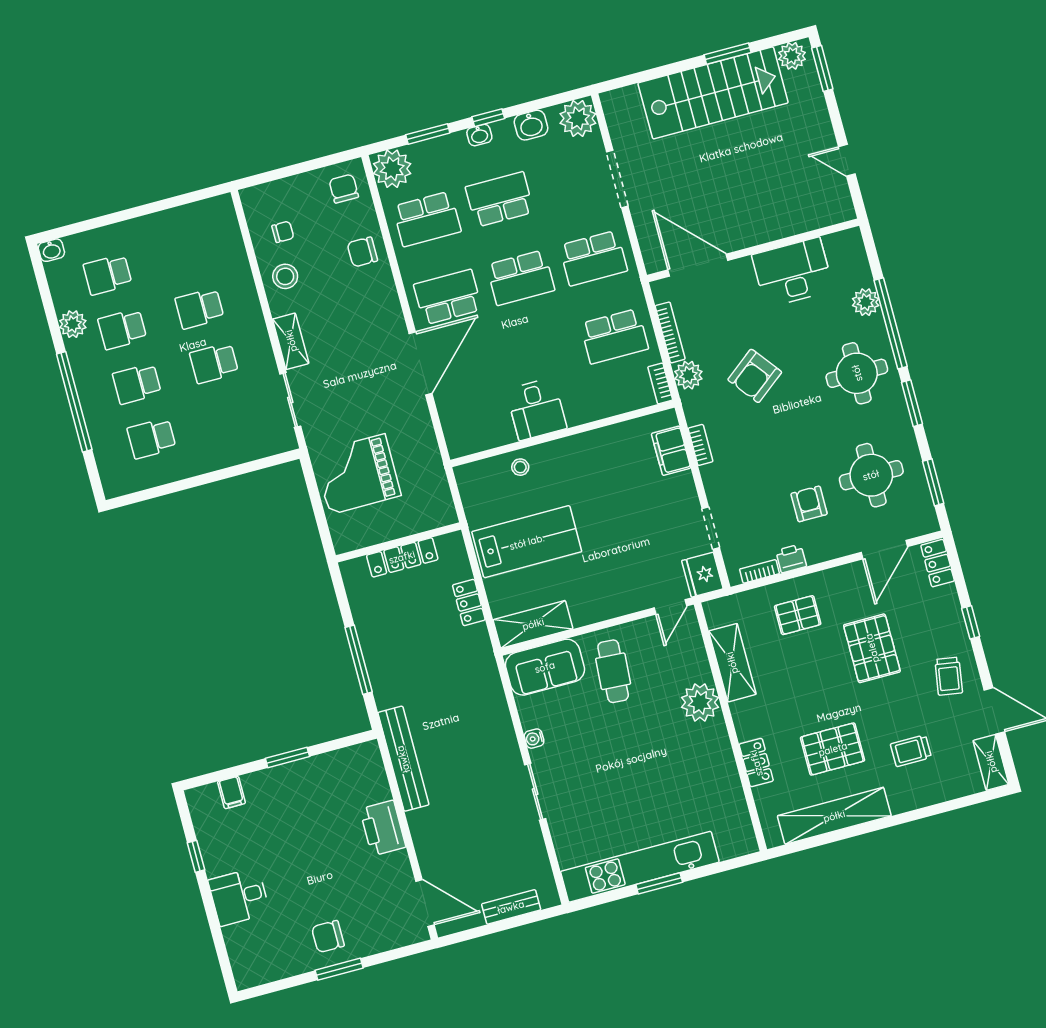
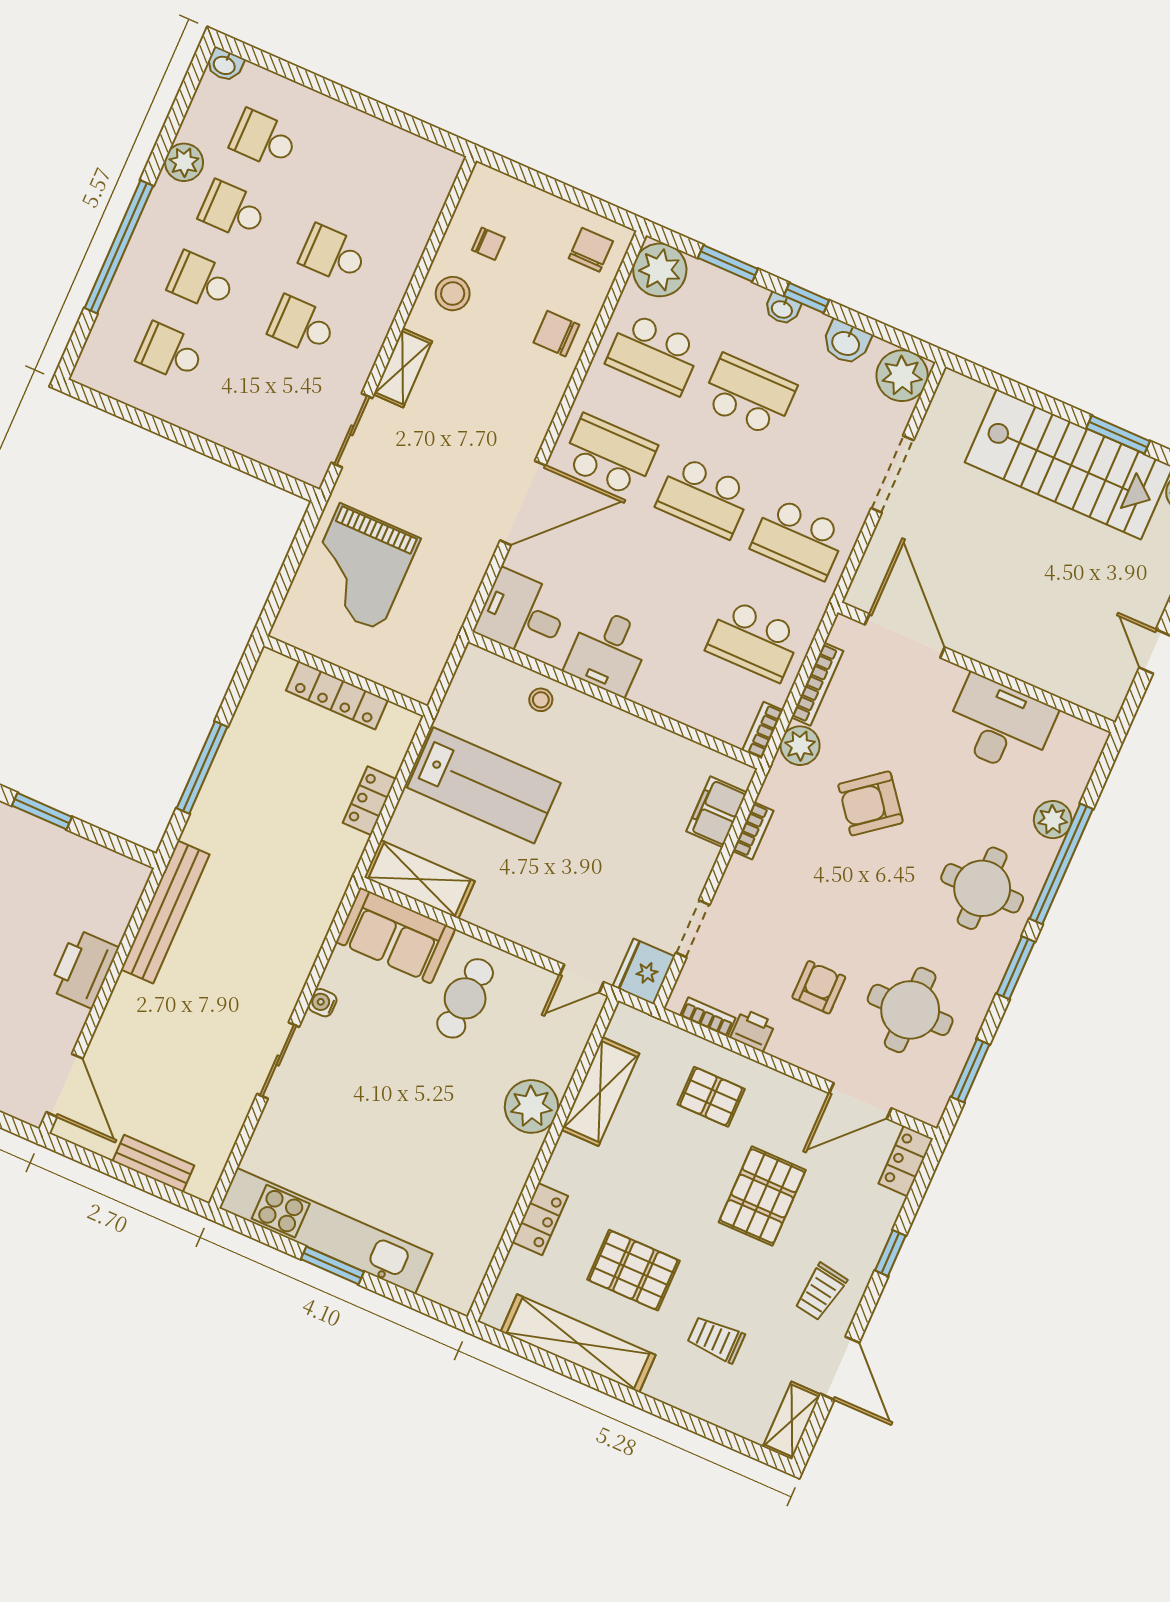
desk: (471, 427) -> (522, 614), added
grand piano: (357, 474) -> (360, 567), turned -90

